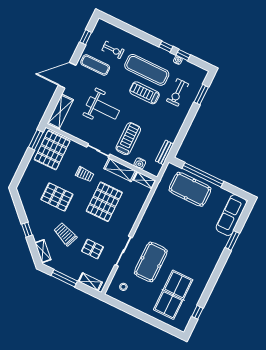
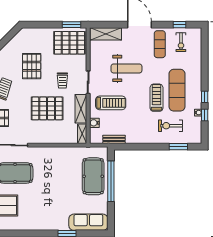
exercise bike: (113, 50) -> (181, 42), moved
weight bench: (103, 108) -> (126, 68), turned -90

